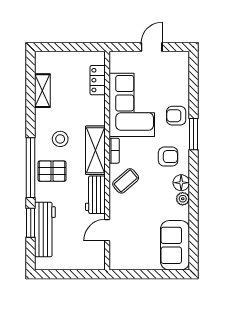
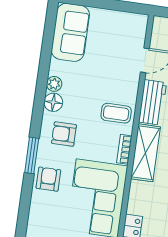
armchair: (176, 116) -> (48, 179), turned -90
coffee table: (126, 181) -> (116, 113), turned 41

